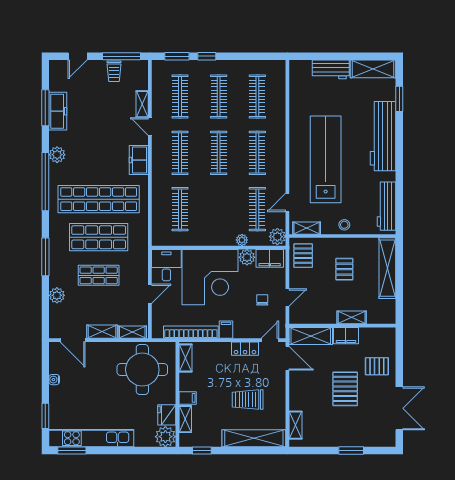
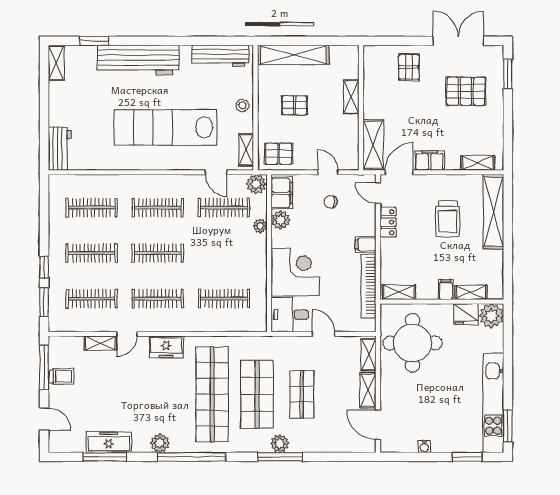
workbench: (331, 69) -> (60, 149), moved
shelving: (373, 69) -> (56, 63), width x0.67, depth x0.75
corner desk: (210, 277) -> (295, 272), width x0.74, depth x0.74
plant: (57, 295) -> (280, 443), moved
filing cabinet: (346, 336) -> (430, 161), moved, turned -90
door: (73, 340) -> (378, 425), swing flipped
pallet: (345, 389) -> (466, 91), moved
window: (202, 451) -> (508, 273), removed
window: (351, 451) -> (508, 74), moved

